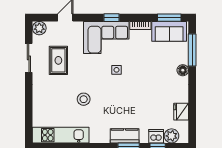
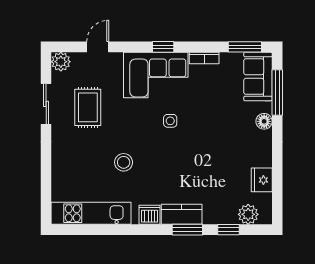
sofa: (169, 31) -> (258, 76), moved, turned 90
dishwasher: (156, 136) -> (150, 215), moved

